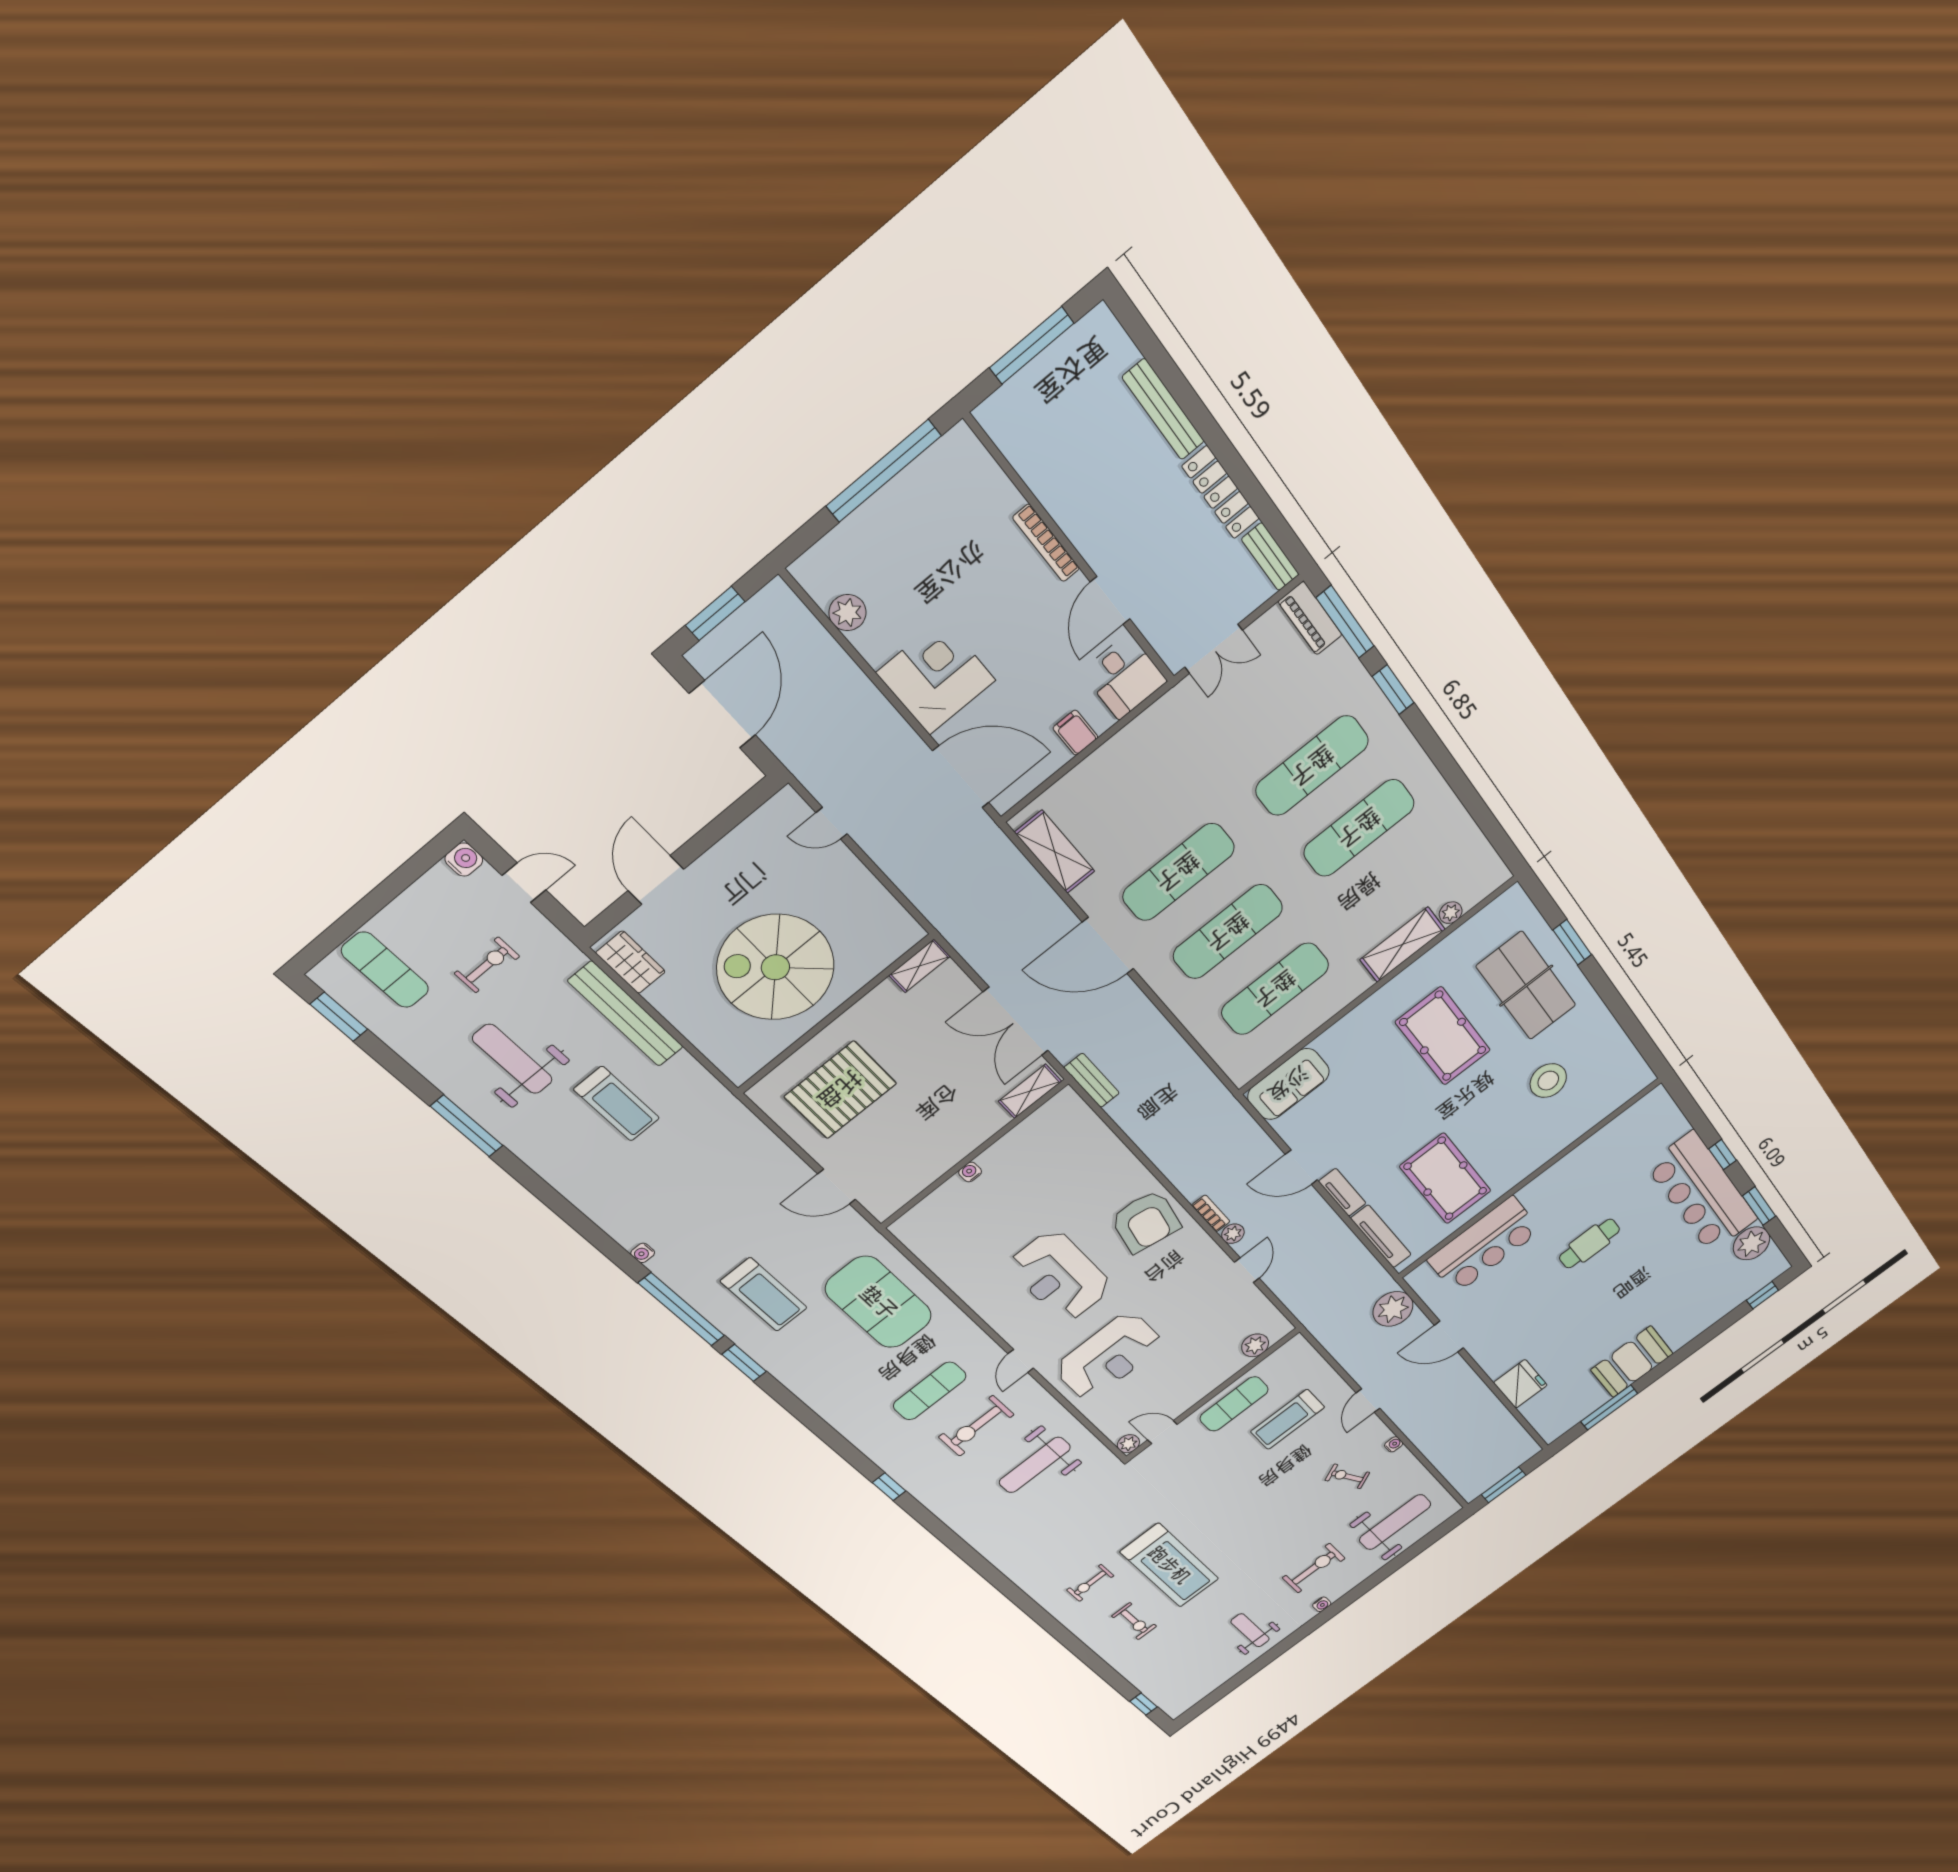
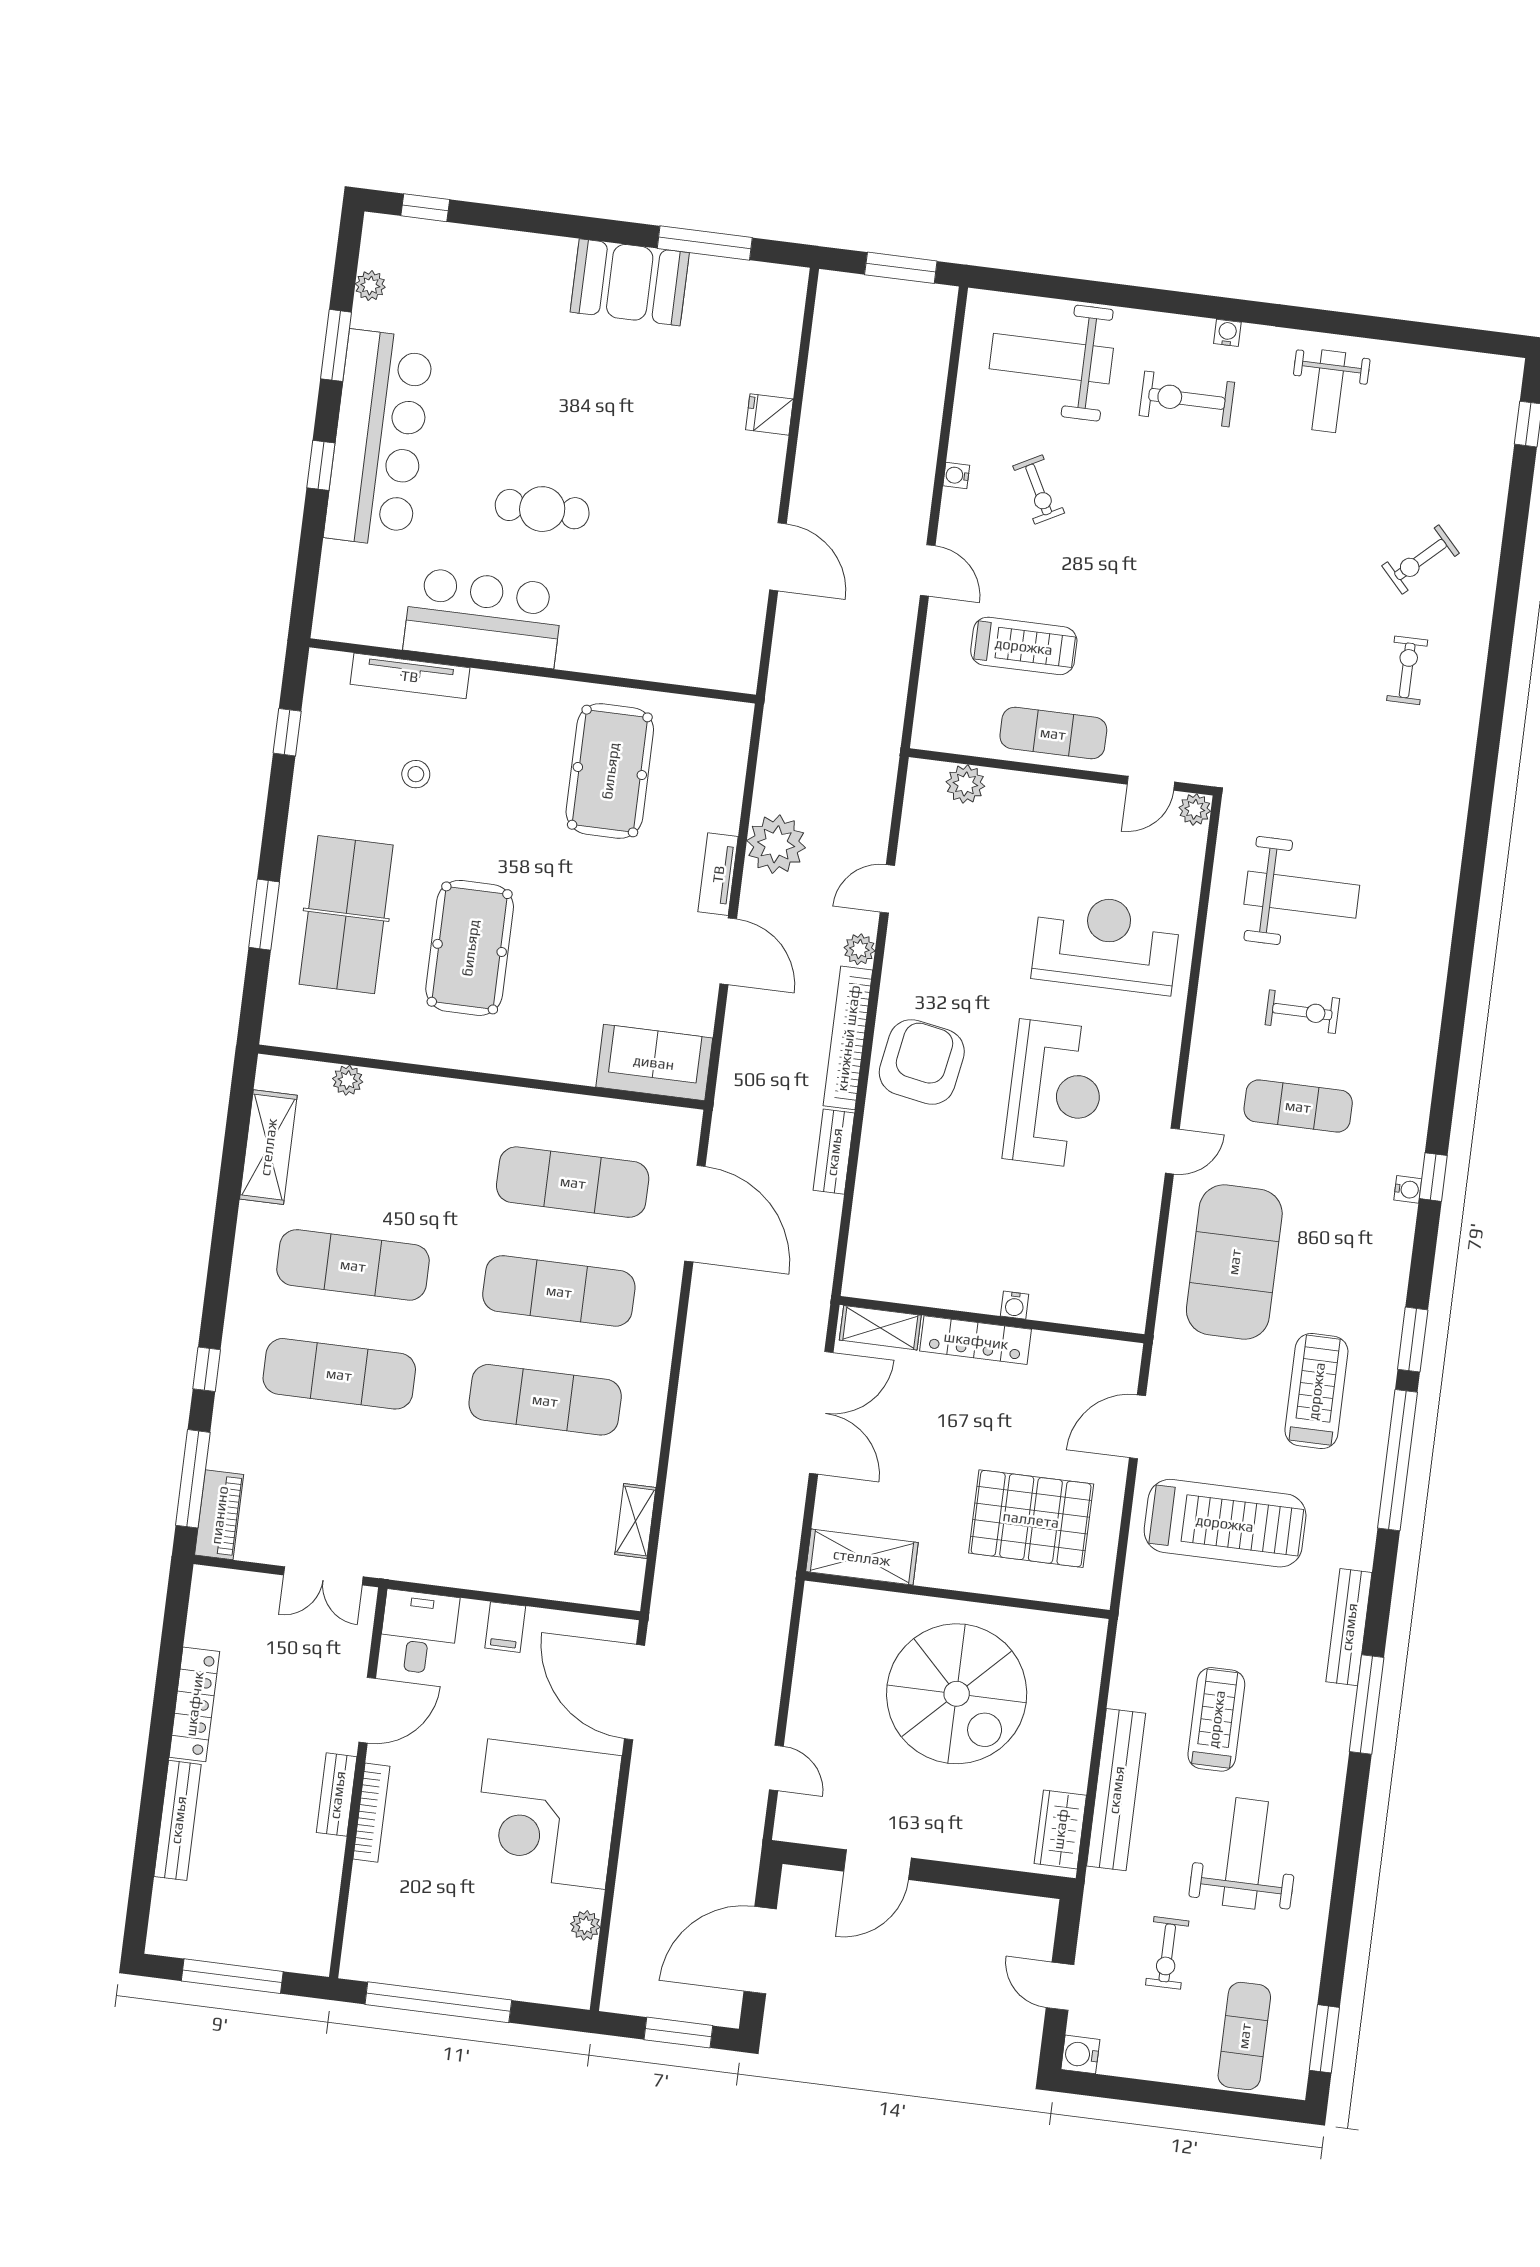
bench: (1270, 557) -> (337, 1795), moved
plant: (847, 613) -> (585, 1925), width x0.73, depth x0.73
double door: (1214, 649) -> (323, 1576), swing flipped
corner desk: (936, 677) -> (546, 1814), width x1.36, depth x1.36
window: (1393, 690) -> (207, 1369), width x0.67
shelving: (1055, 852) -> (635, 1521), width x0.67, depth x0.75
door: (656, 880) -> (877, 1865), moved
shelving: (1402, 945) -> (268, 1147), moved, turned 90
door: (1108, 946) -> (695, 1214), moved
exercise bike: (487, 965) -> (1167, 1953), turned -90
shelving: (920, 966) -> (862, 1557), width x1.50, depth x1.33
window: (1636, 1032) -> (287, 732), added
weight bench: (512, 1059) -> (1245, 1853), turned 180
bench: (1092, 1080) -> (834, 1152), moved
stool: (1548, 1081) -> (416, 774), width x0.53, depth x0.53
window: (467, 1126) -> (1367, 1705), moved
locker: (972, 1137) -> (976, 1340), added
door: (837, 1187) -> (1137, 1427), swing flipped
bookcase: (1211, 1213) -> (848, 1038), width x2.31, depth x1.31
bench: (605, 1217) -> (1349, 1627), added
tv unit: (1381, 1236) -> (410, 676), moved, turned -90
plant: (1751, 1243) -> (370, 286), width x0.53, depth x0.53
bar counter: (1484, 1245) -> (483, 618), moved
water cooler: (643, 1253) -> (1408, 1189), moved
plant: (1393, 1309) -> (776, 844), moved
door: (1021, 1361) -> (1172, 1151), moved
fridge: (1520, 1384) -> (769, 414), width x0.53, depth x0.75
door: (1368, 1401) -> (928, 570), hinge flipped
exercise bike: (976, 1426) -> (1302, 1012), width x0.73, depth x0.72
door: (1162, 1432) -> (1151, 783), hinge flipped
window: (889, 1487) -> (1433, 1177), moved
treadmill: (1170, 1565) -> (1225, 1523), moved, turned 90
exercise bike: (1090, 1583) -> (1407, 670), turned -90
exercise bike: (1134, 1621) -> (1421, 560), turned -133

